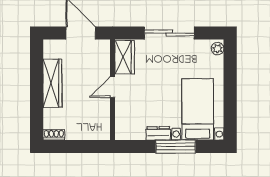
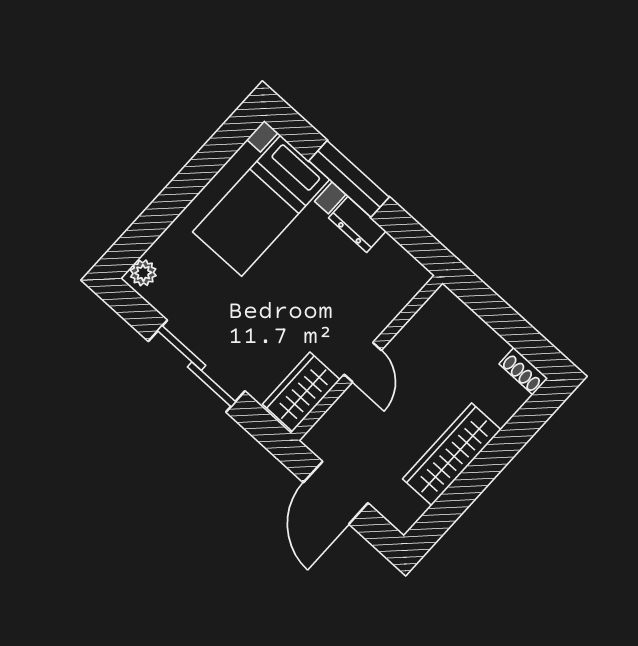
door: (113, 87) -> (363, 362), hinge flipped

